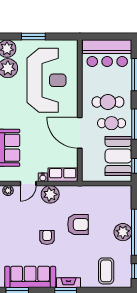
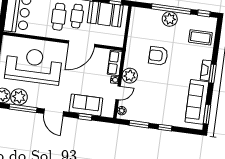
door: (28, 184) -> (118, 93), hinge flipped
armchair: (78, 224) -> (158, 56), turned -90
armchair: (47, 237) -> (166, 83), removed

